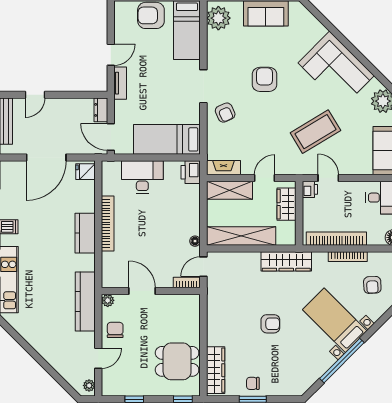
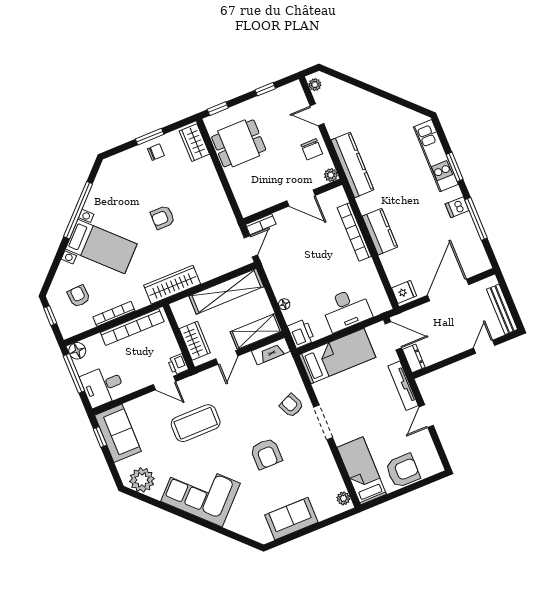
plant: (218, 18) -> (343, 498), width x0.53, depth x0.53
tv unit: (120, 83) -> (403, 386), width x1.41
coffee table: (315, 132) -> (196, 423), turned 31
bookcase: (108, 223) -> (354, 232), moved
floor lamp: (195, 241) -> (284, 304), moved
door: (98, 358) -> (317, 115), hinge flipped
wardrobe: (216, 370) -> (194, 143), width x0.67

